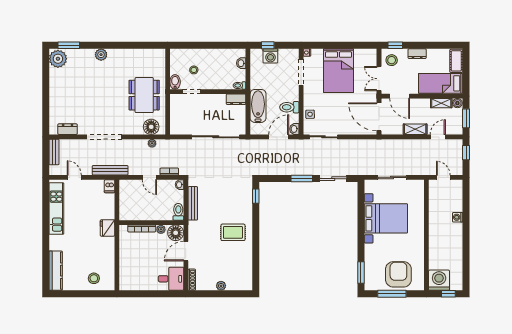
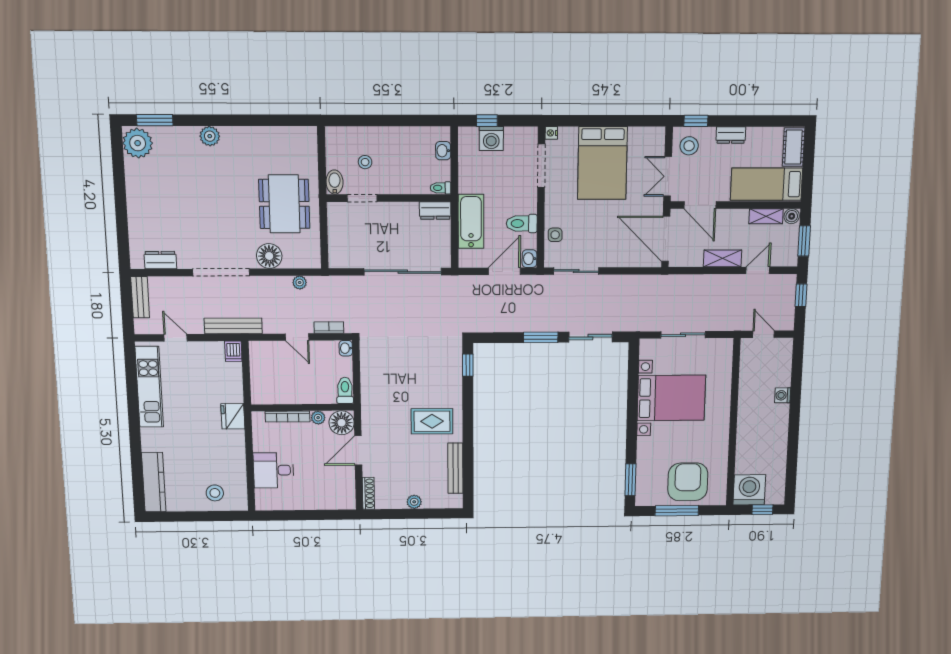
floor lamp: (151, 127) -> (269, 256), moved
bench: (193, 203) -> (455, 468), moved
desk: (171, 279) -> (274, 470), moved, turned 180

